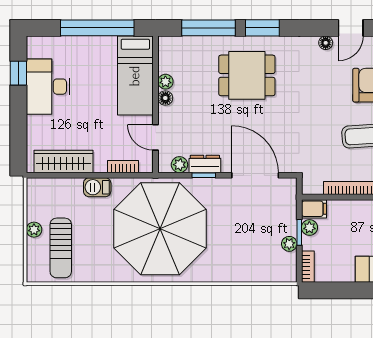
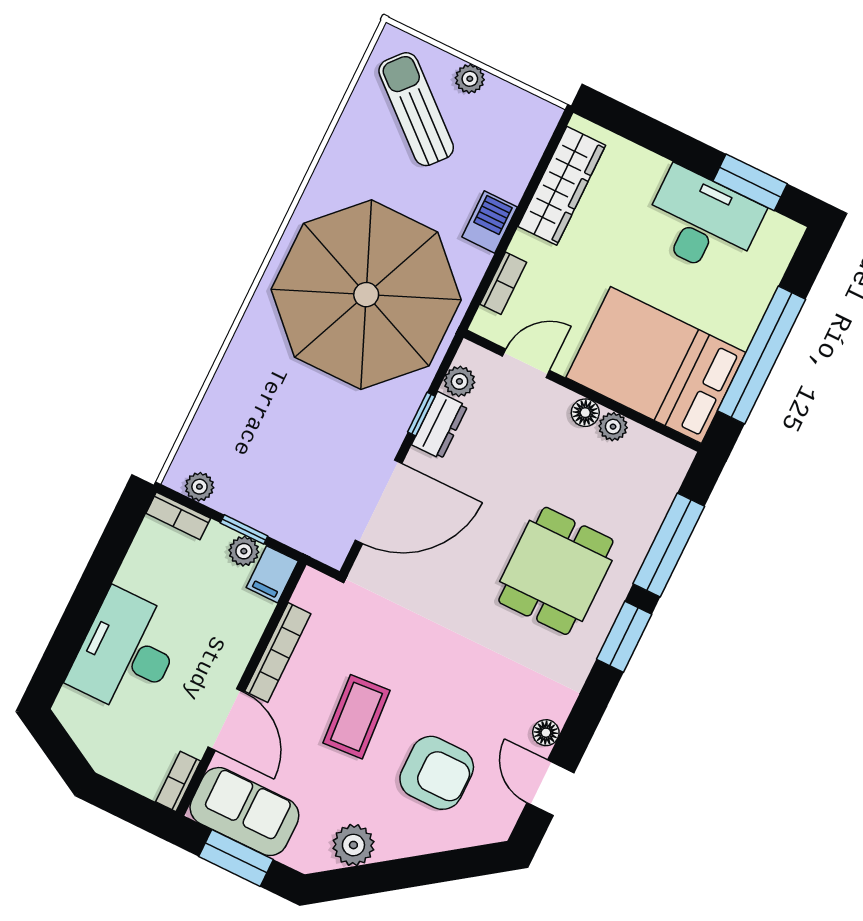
window: (18, 73) -> (750, 182), width x1.50
bed: (135, 76) -> (656, 365), width x1.50
plant: (289, 244) -> (199, 487), moved
sun lounger: (61, 248) -> (416, 109), turned 41

